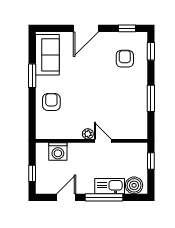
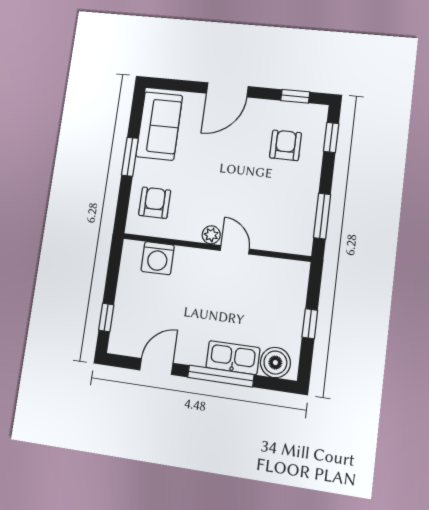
plant: (88, 134) -> (211, 235), moved
wall: (91, 141) -> (216, 247), moved
door: (103, 141) -> (235, 250), moved
washing machine: (58, 152) -> (158, 258), moved

